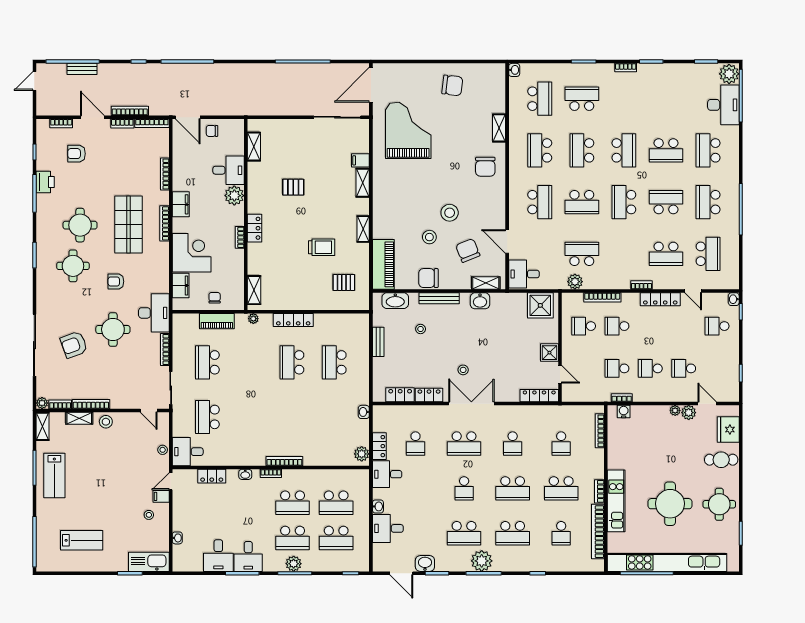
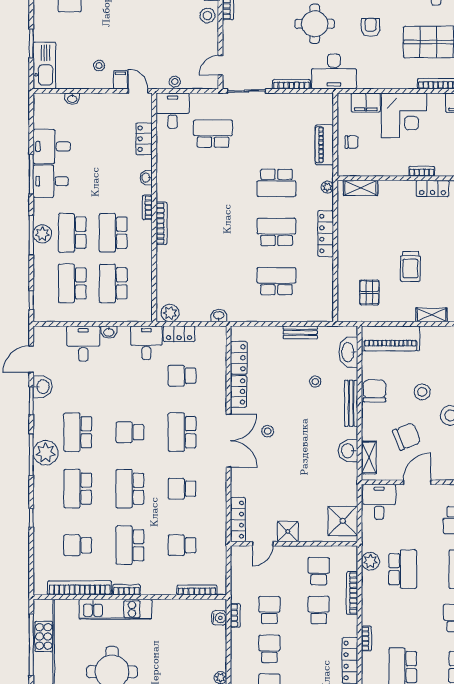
school desk: (207, 362) -> (276, 183), moved, turned 180

